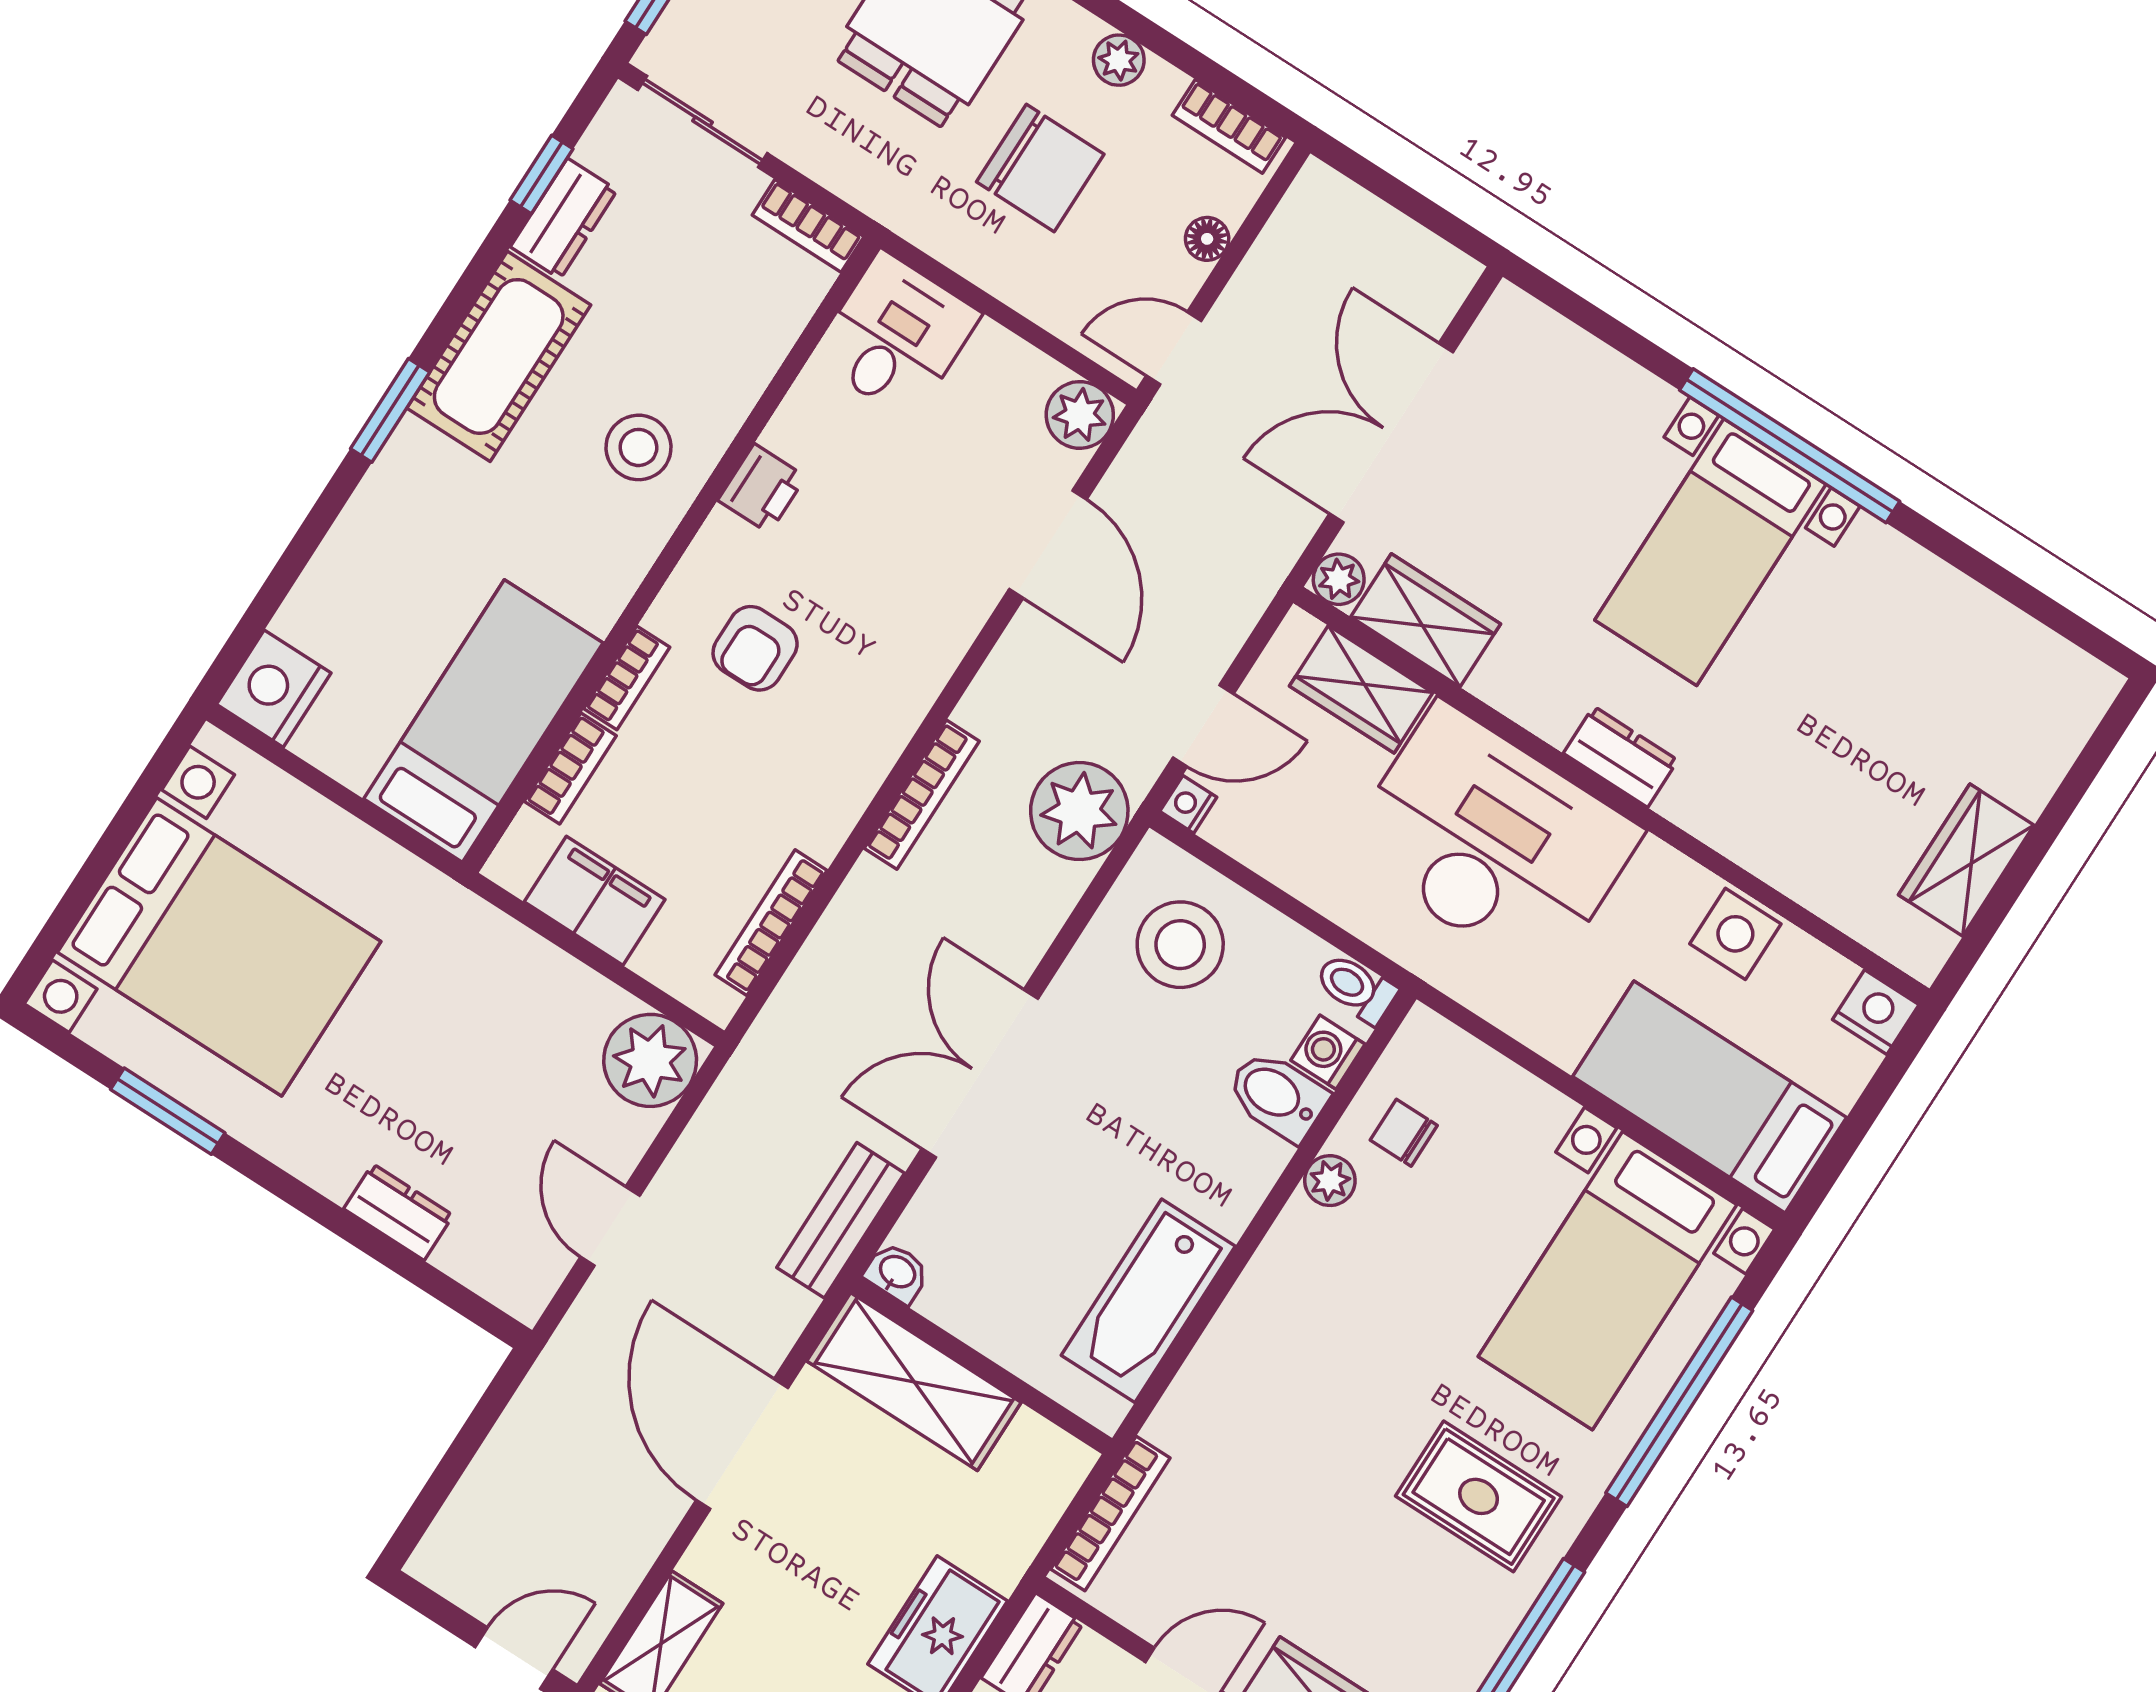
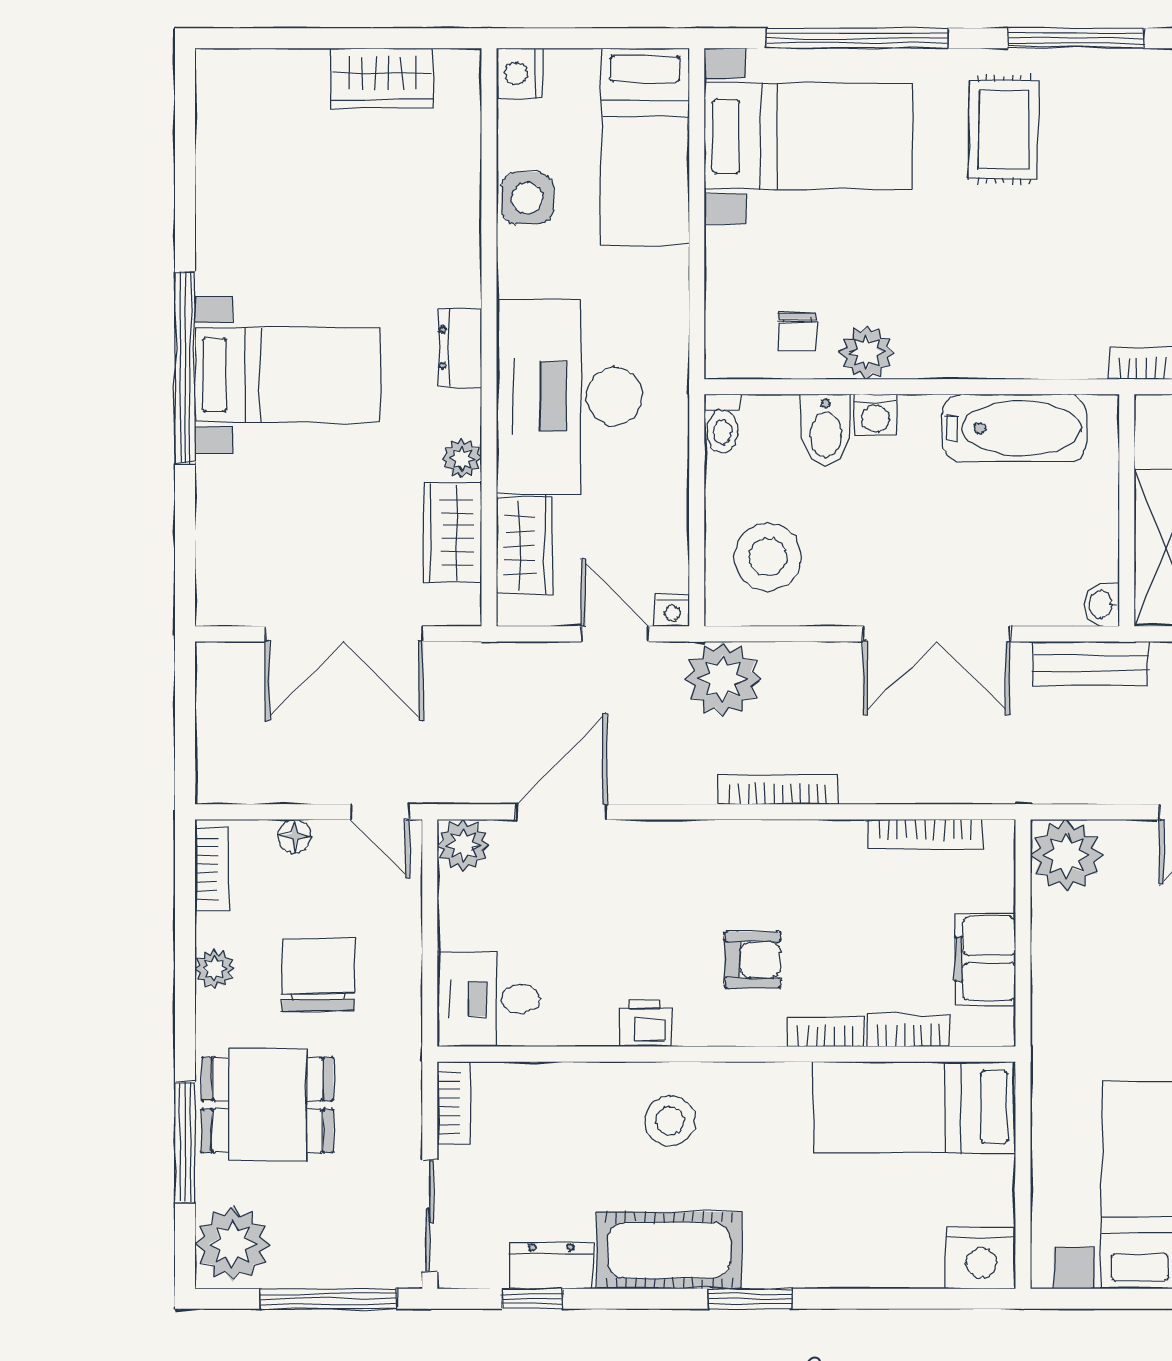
plant: (1339, 579) -> (462, 458), moved
washing machine: (1328, 1052) -> (876, 415), moved
plant: (1330, 1181) -> (867, 353), width x1.38, depth x1.38

